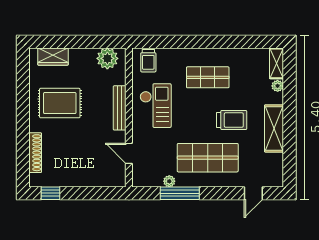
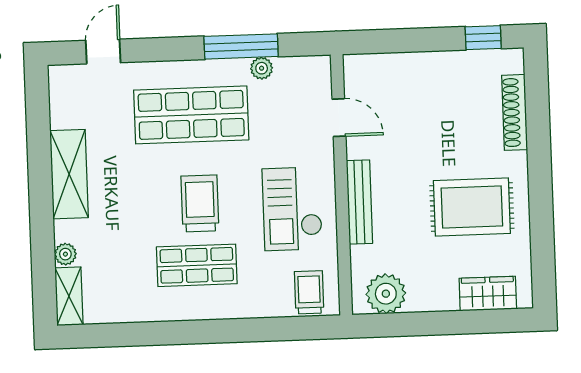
trolley: (232, 120) -> (200, 203), moved, turned 90

